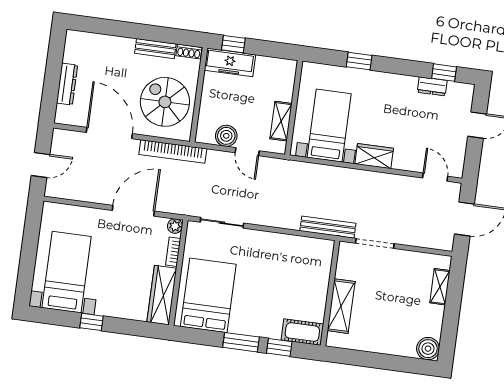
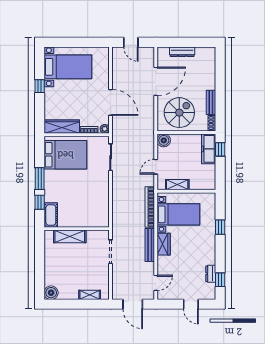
boiler: (226, 136) -> (164, 140), moved
bookcase: (173, 151) -> (150, 207), moved
bench: (328, 227) -> (150, 245), moved

